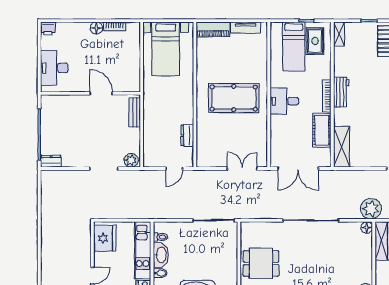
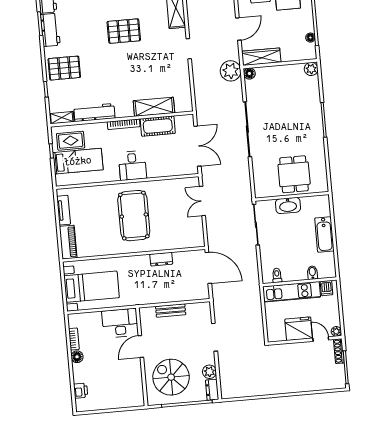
printer: (48, 29) -> (81, 391), moved
desk: (54, 68) -> (120, 323), moved, turned 180
workbench: (341, 92) -> (94, 113), moved, width x1.38
bench: (135, 112) -> (171, 310), moved
spiral stairs: (67, 121) -> (171, 377), added
dresser: (187, 135) -> (161, 259), moved
shelving: (342, 147) -> (154, 107), moved
plant: (131, 160) -> (209, 372), moved
door: (174, 169) -> (208, 268), width x1.88
fridge: (105, 238) -> (299, 329), moved
washbasin: (161, 255) -> (288, 205), moved, turned 180

